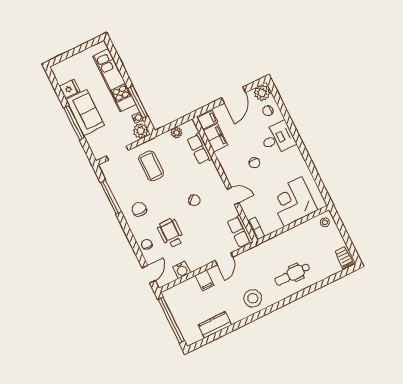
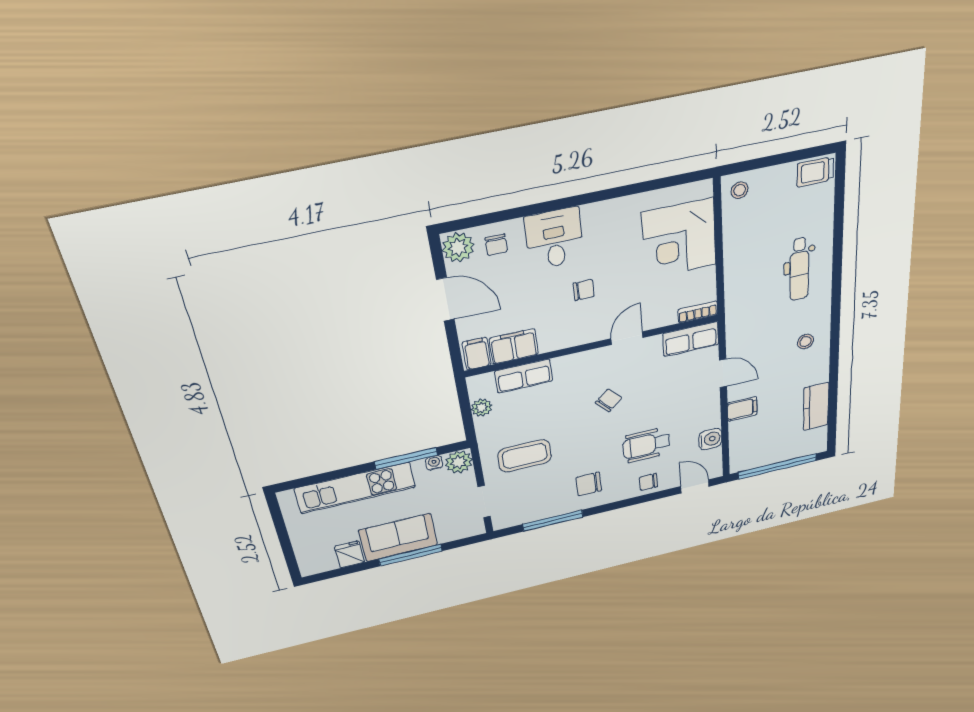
stool: (253, 298) -> (805, 342), width x0.53, depth x0.53

